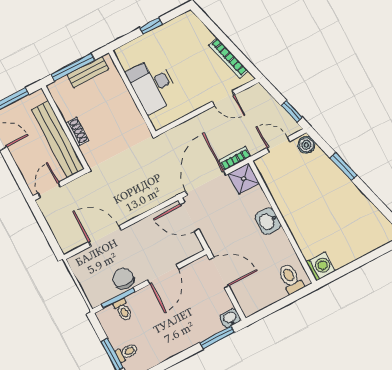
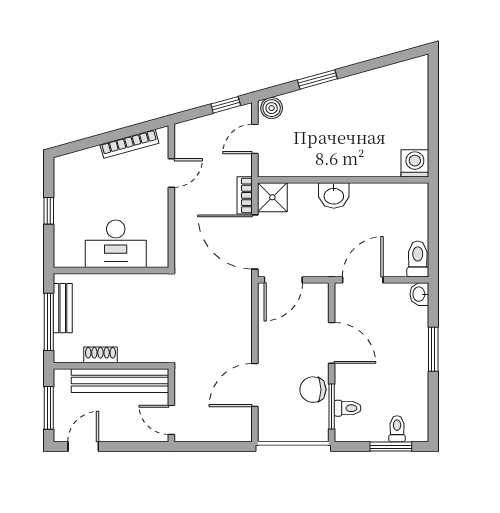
shoe rack: (77, 132) -> (100, 355), moved
toilet: (290, 278) -> (418, 259), moved, turned 90
window: (217, 338) -> (433, 349), moved

